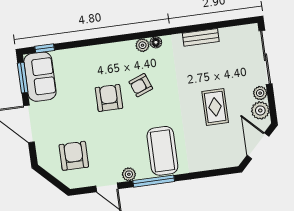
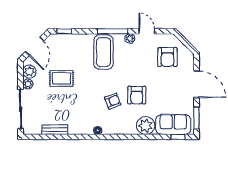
bench: (201, 37) -> (55, 130), moved
plant: (142, 45) -> (146, 125), moved, width x1.87, depth x1.87
sofa: (40, 77) -> (173, 124), moved, turned 90
rug: (215, 107) -> (61, 78), turned 90
window: (220, 172) -> (64, 31), added

